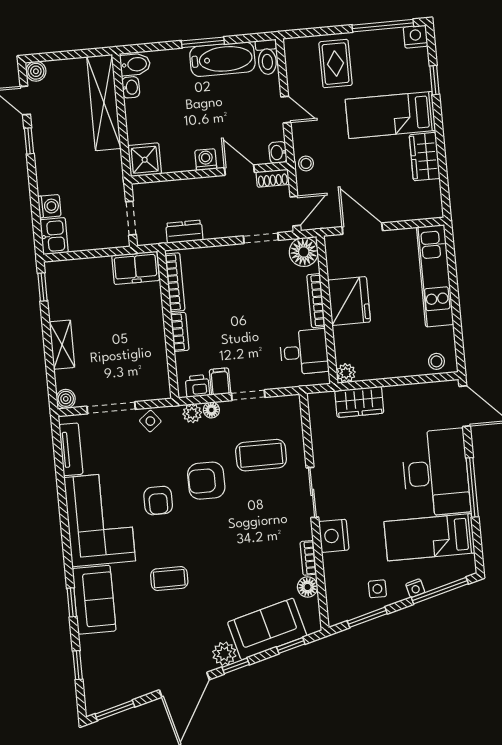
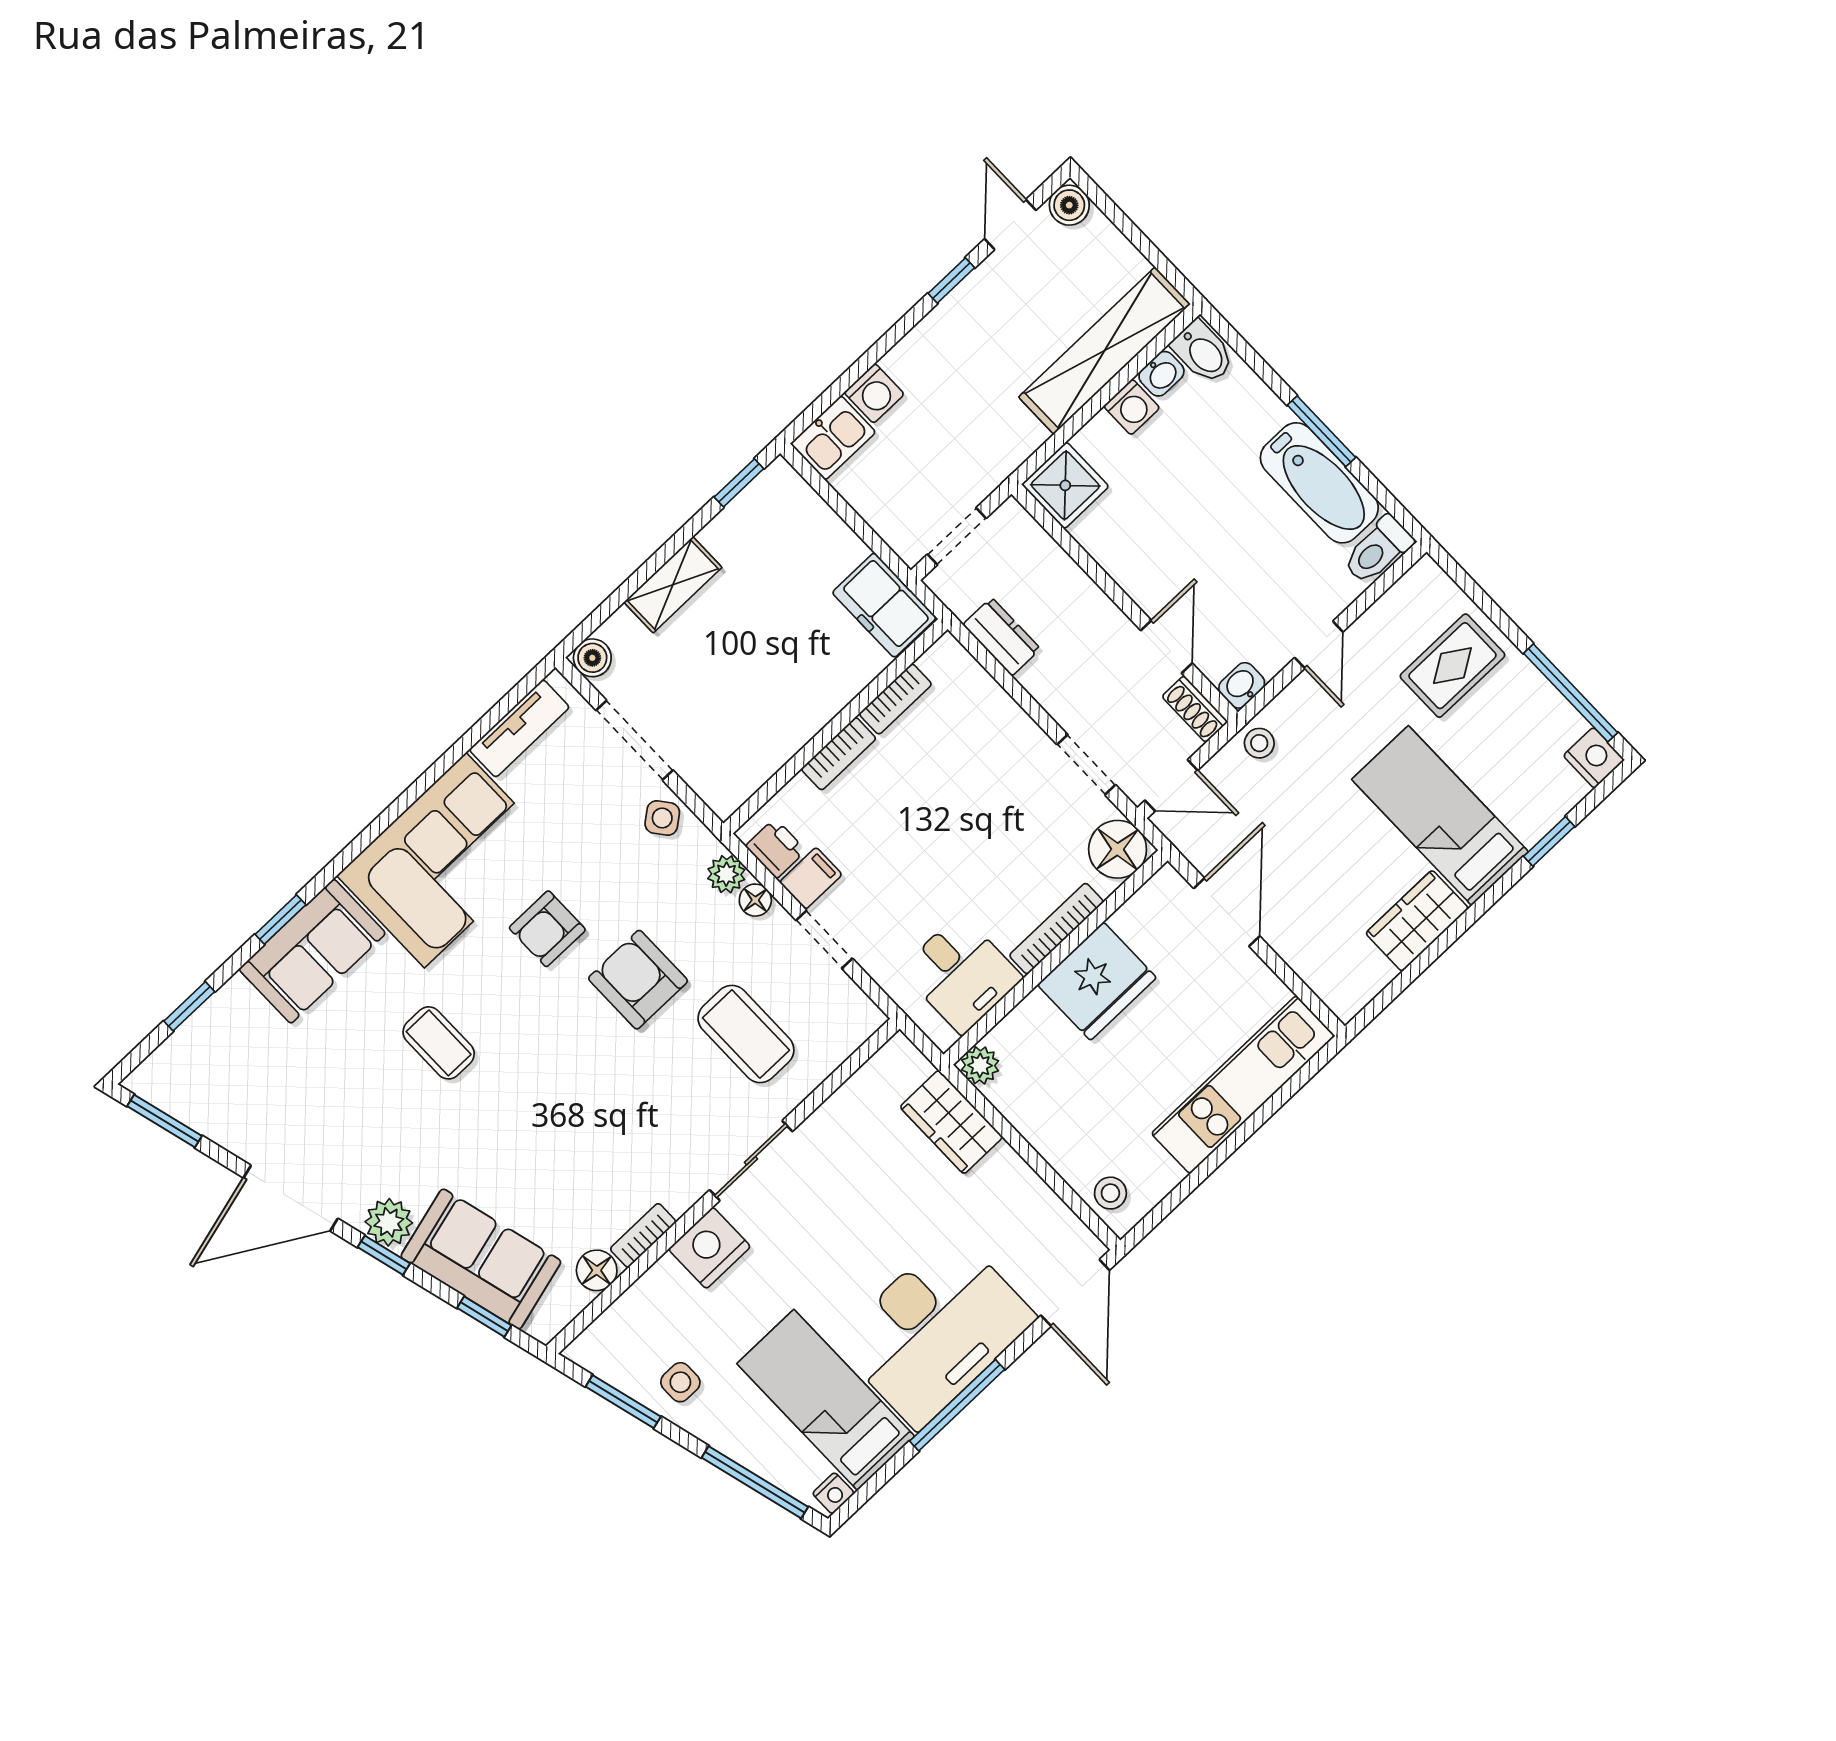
washing machine: (206, 160) -> (1132, 407), moved, turned 90
bookcase: (175, 282) -> (895, 699), width x0.64
nightstand: (415, 588) -> (833, 1493), moved, turned -75

